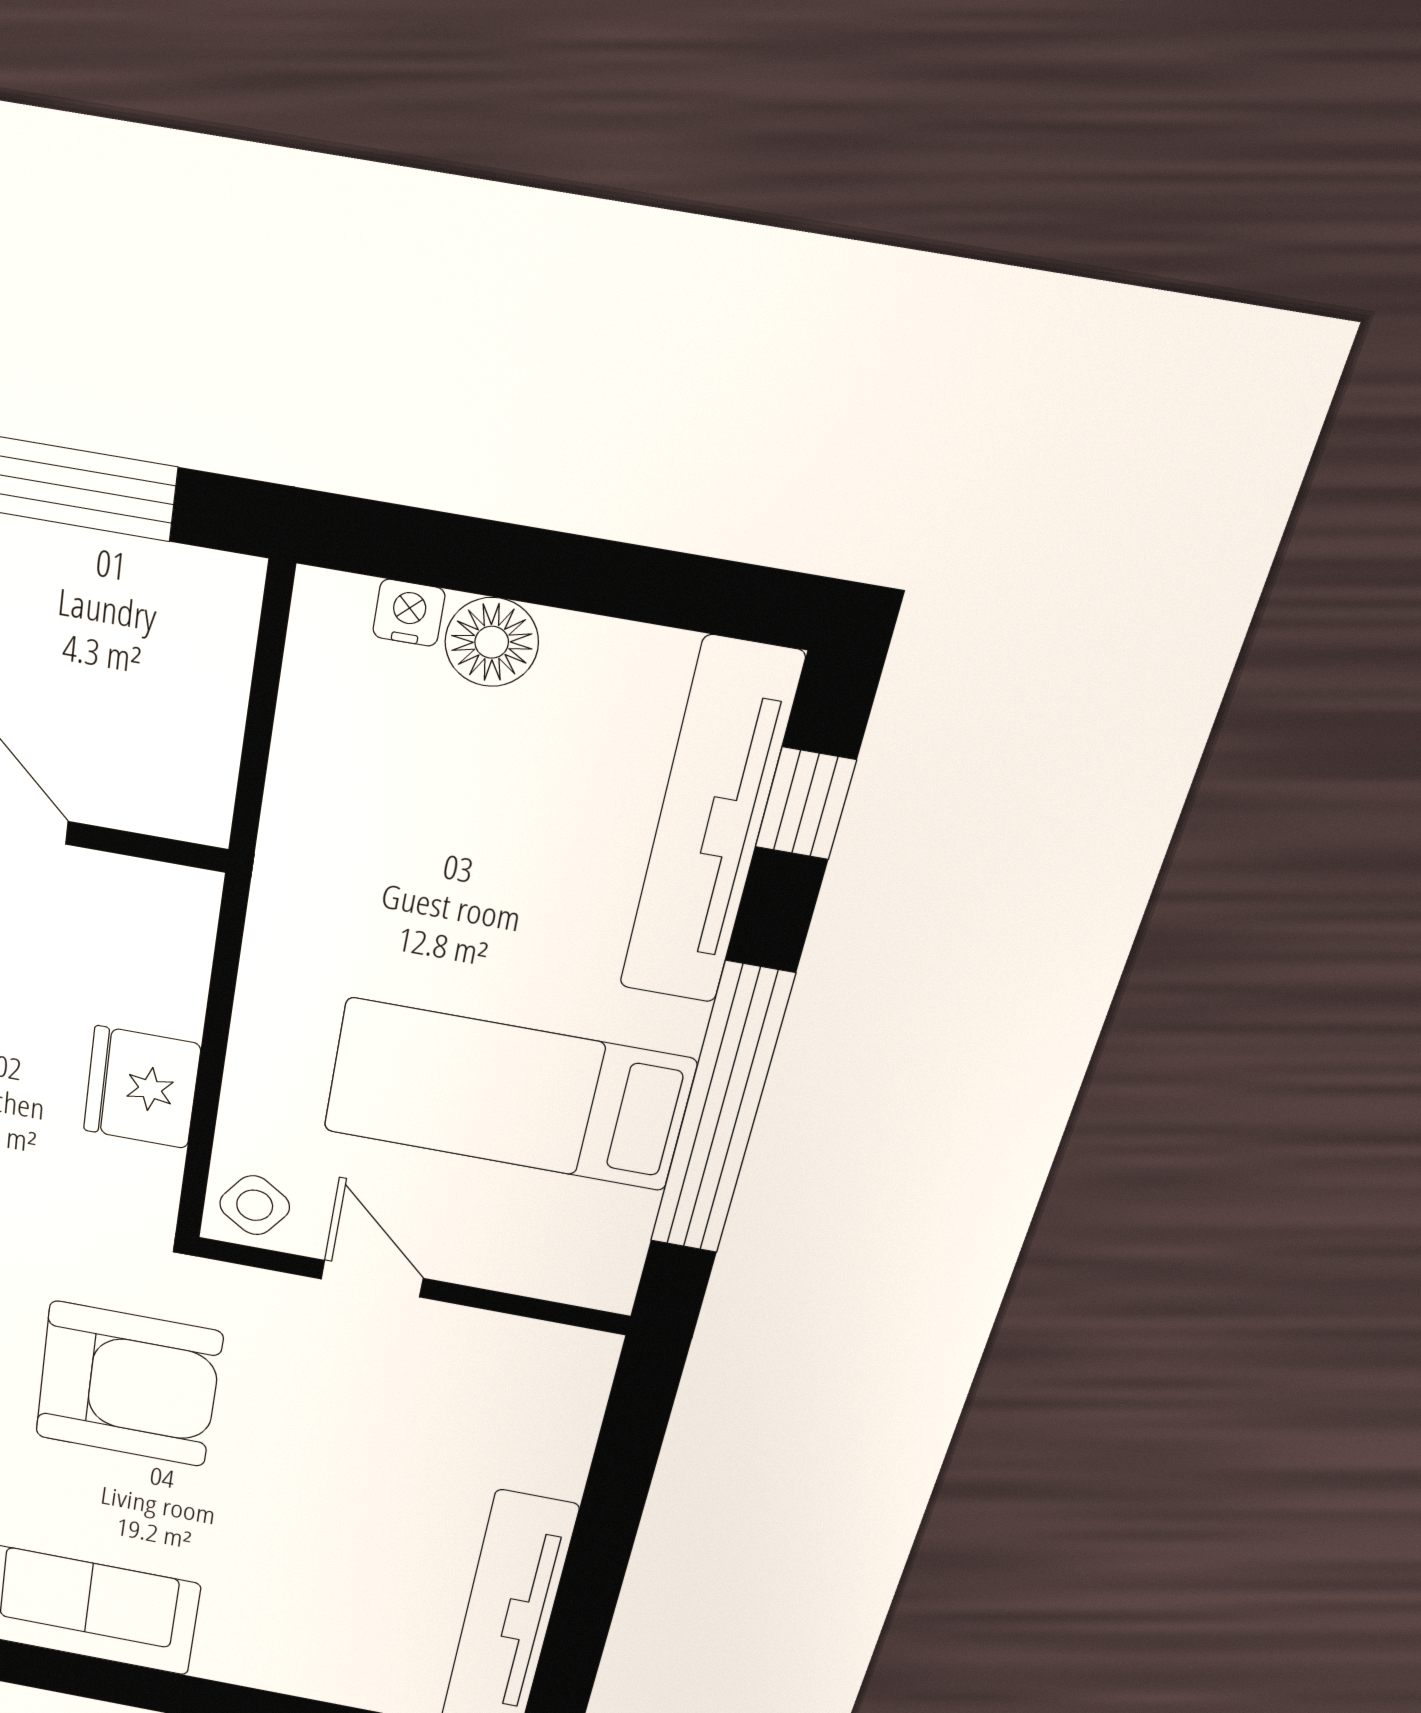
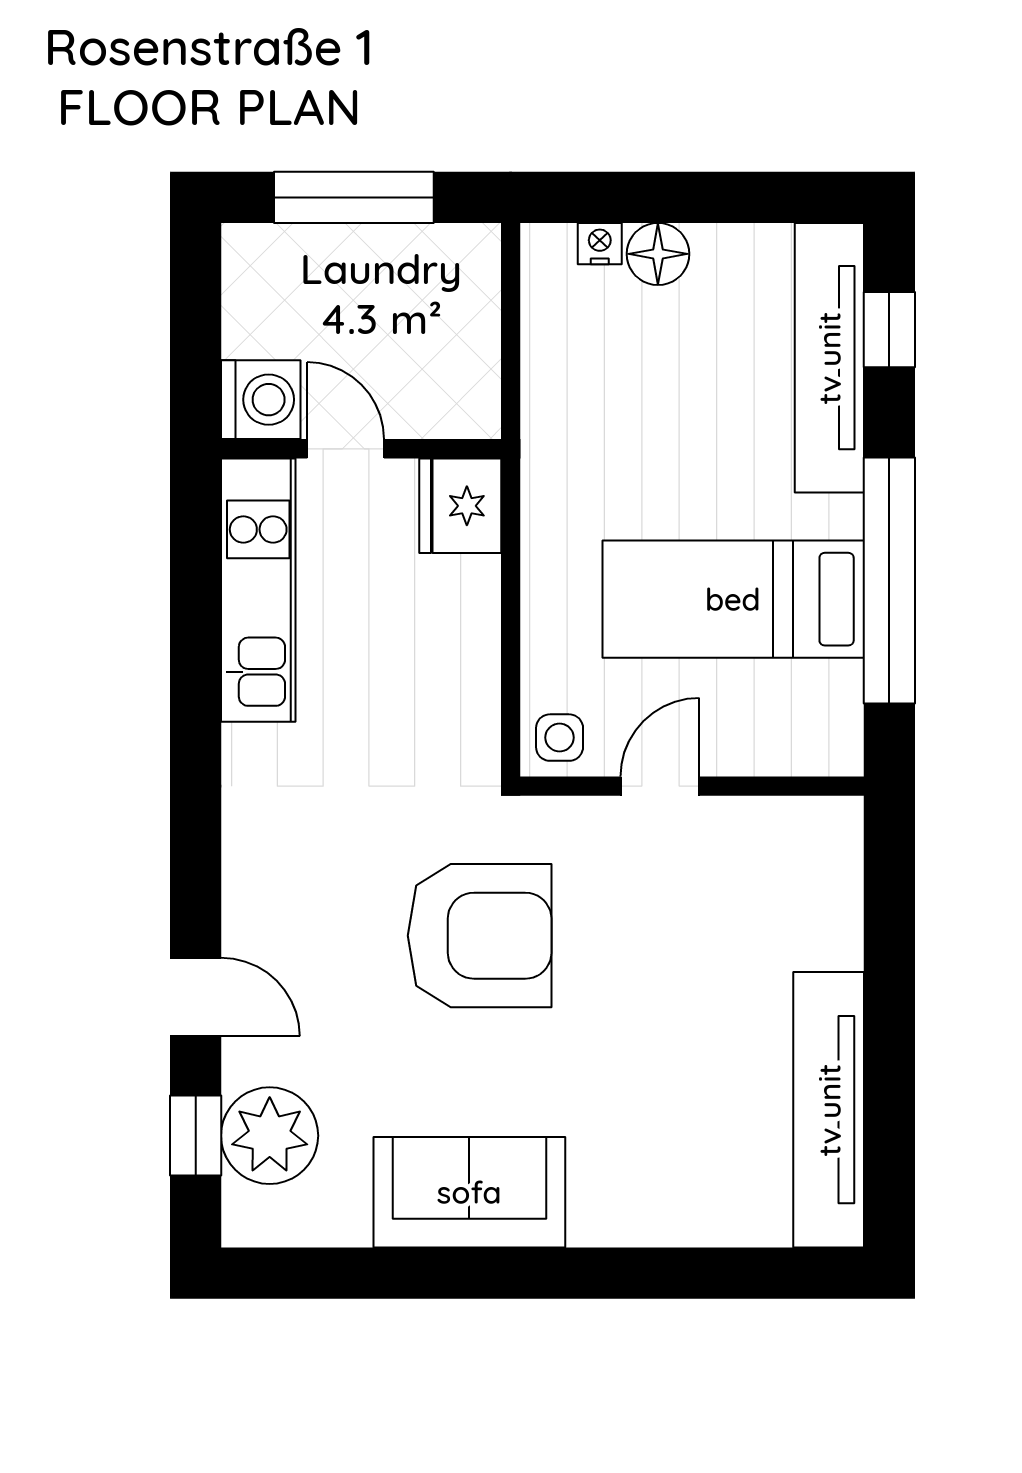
fridge: (142, 1088) -> (460, 506), moved
side table: (255, 1205) -> (560, 738), turned -35
door: (372, 1279) -> (660, 786), hinge flipped

